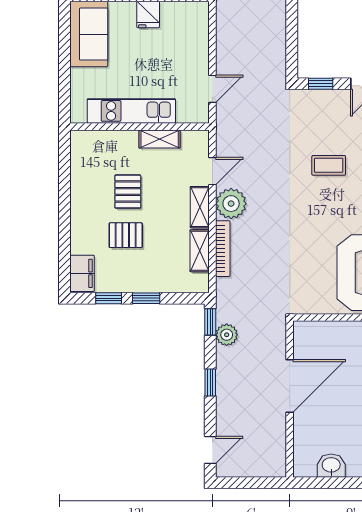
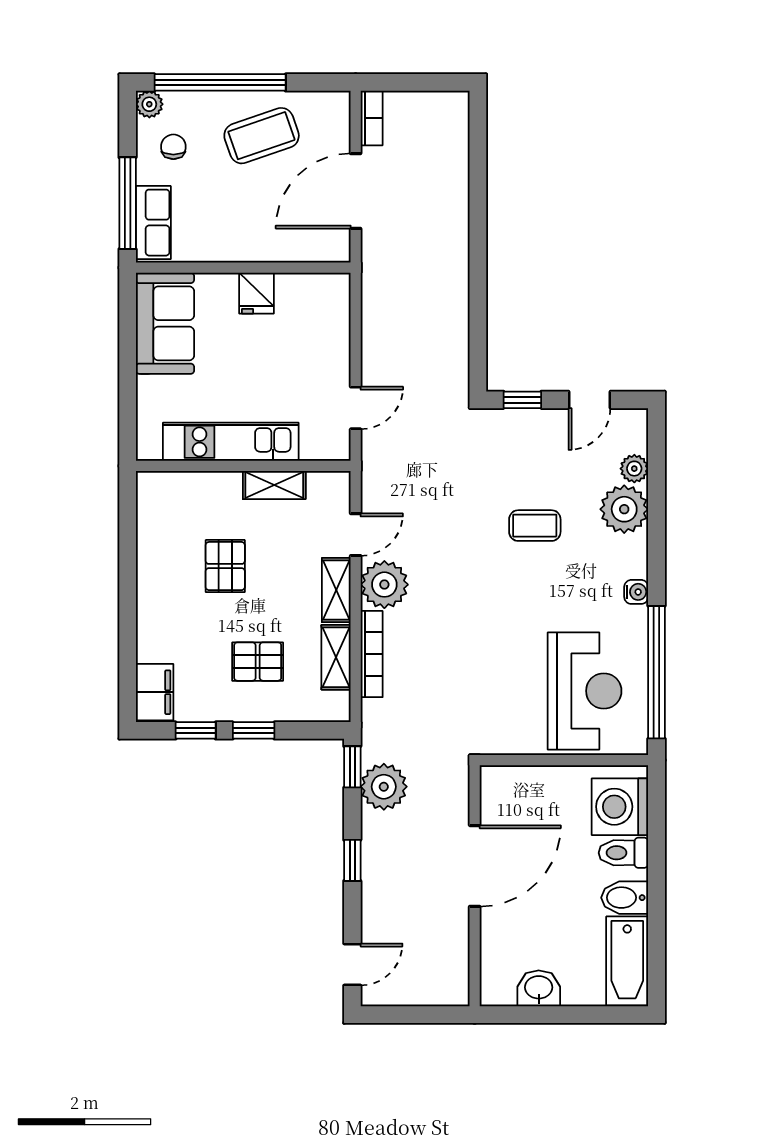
pallet: (126, 235) -> (258, 662), moved
plant: (227, 335) -> (384, 787), width x1.36, depth x1.36

